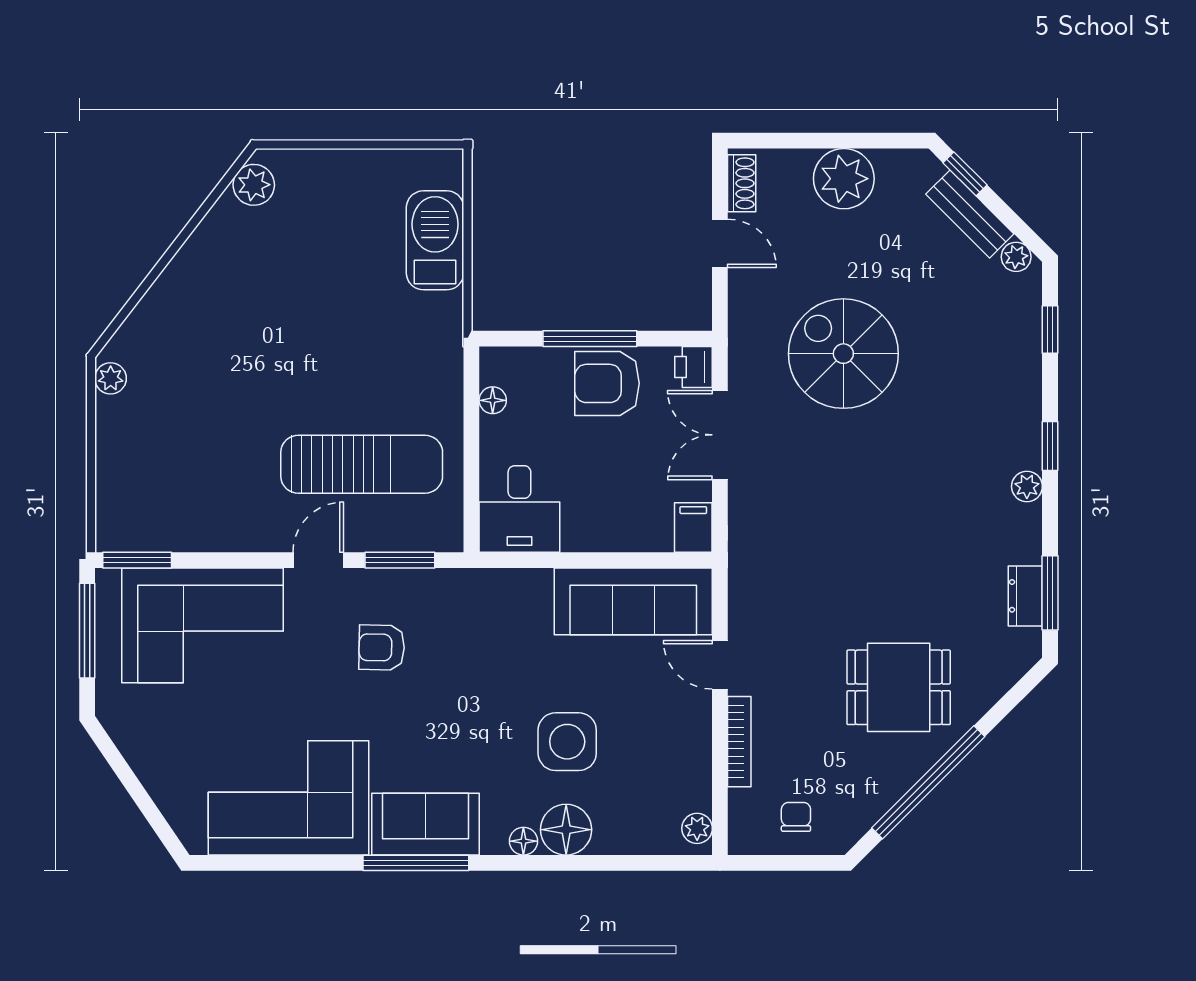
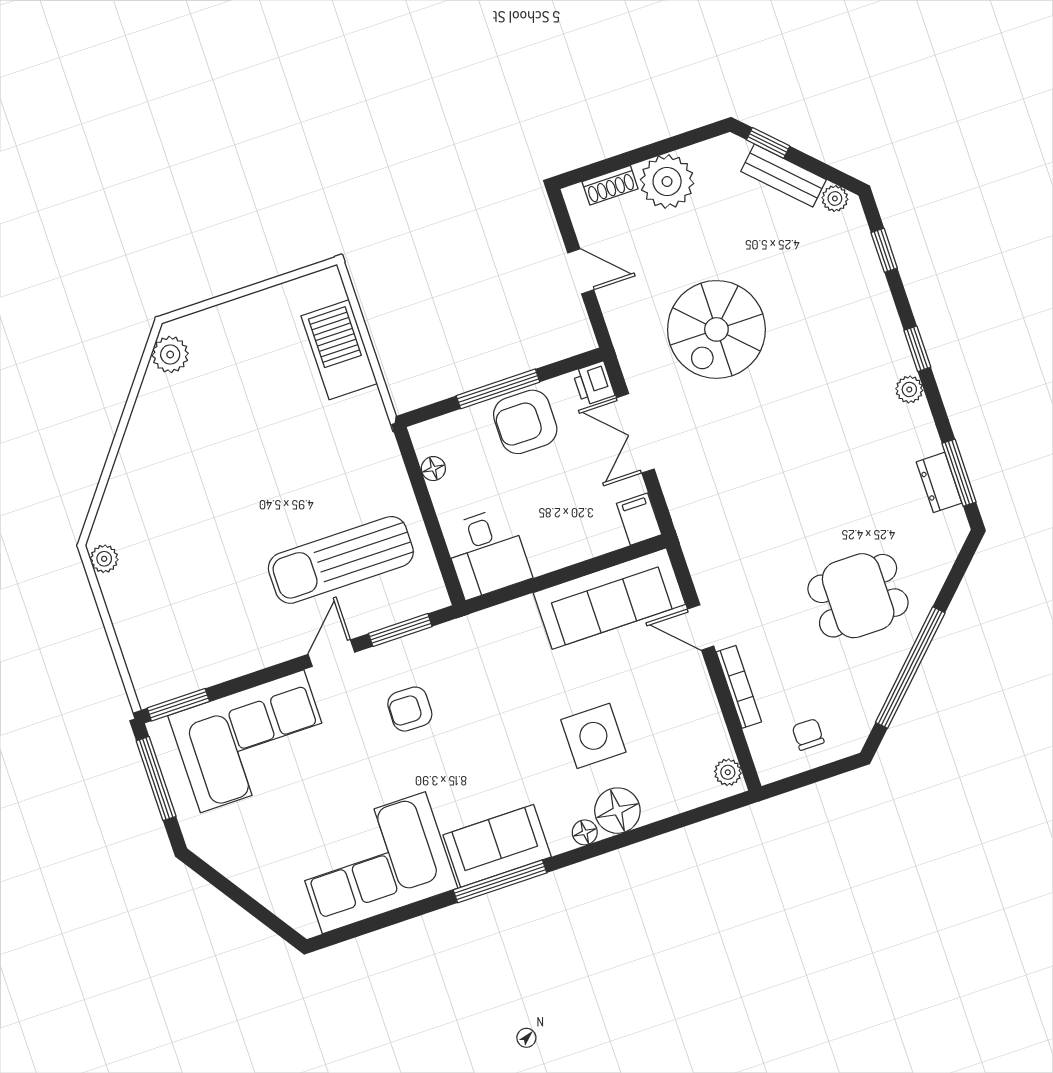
shoe rack: (742, 183) -> (610, 185), moved, turned 90
spiral stairs: (843, 354) -> (716, 329), turned -90
sun lounger: (362, 464) -> (341, 560), turned 180

